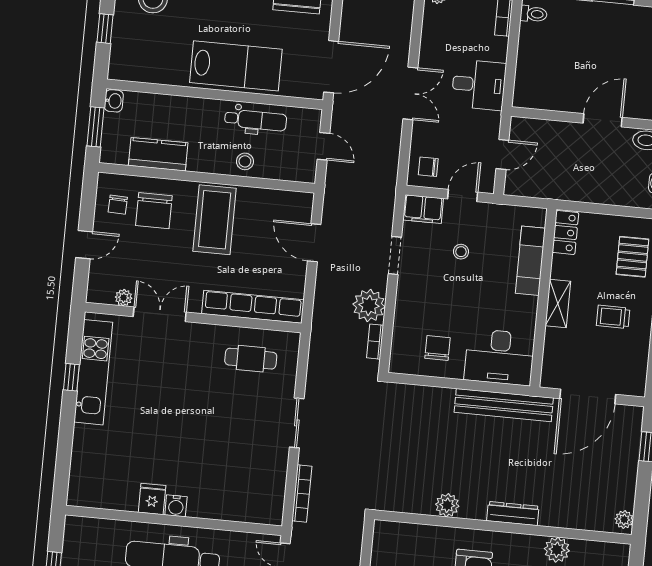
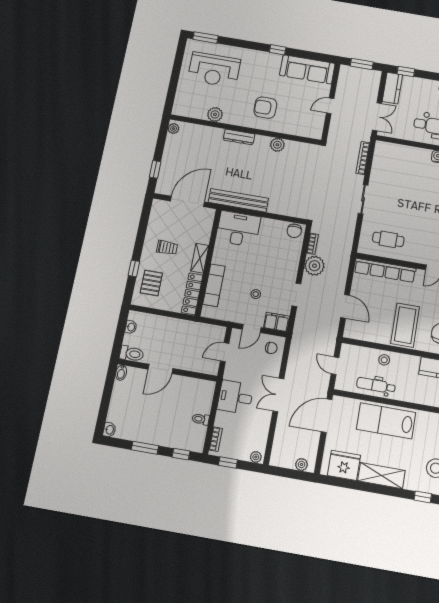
toilet: (534, 14) -> (201, 419), moved
locker: (565, 233) -> (192, 294), width x1.53
chair: (438, 348) -> (294, 231), moved

